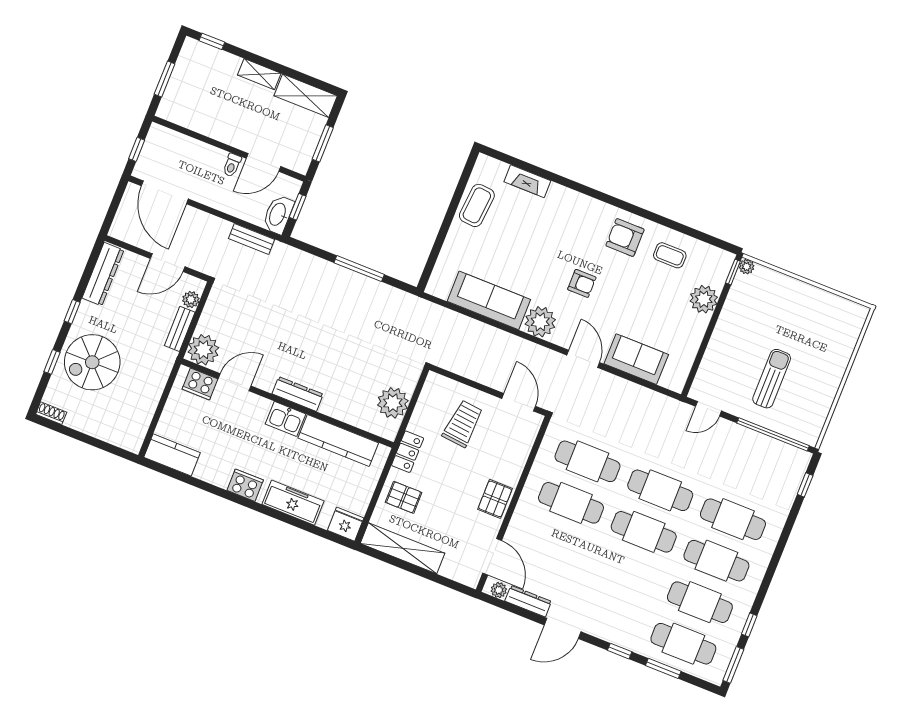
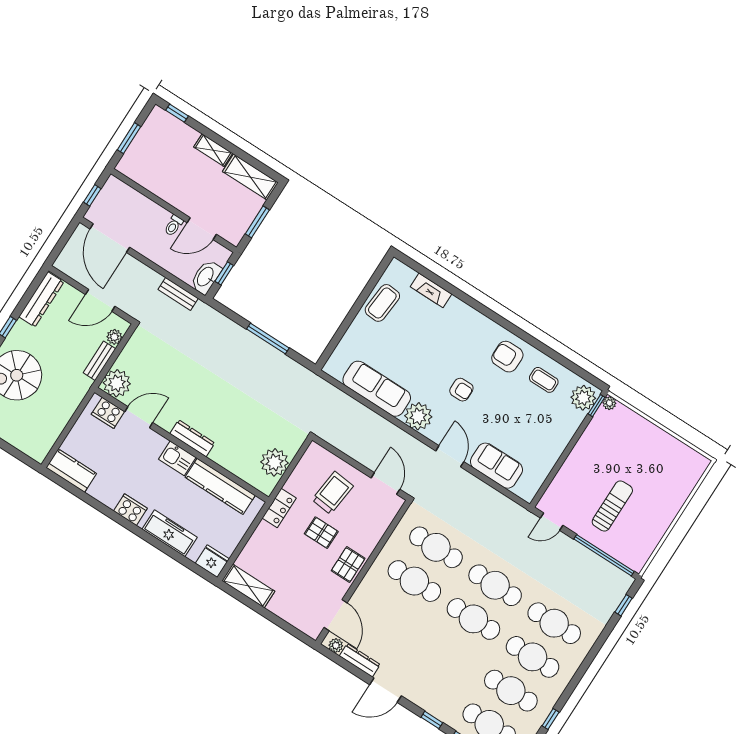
plant: (704, 299) -> (583, 398), moved
pallet: (404, 497) -> (321, 533), moved
shelving: (403, 548) -> (248, 586), width x0.68

